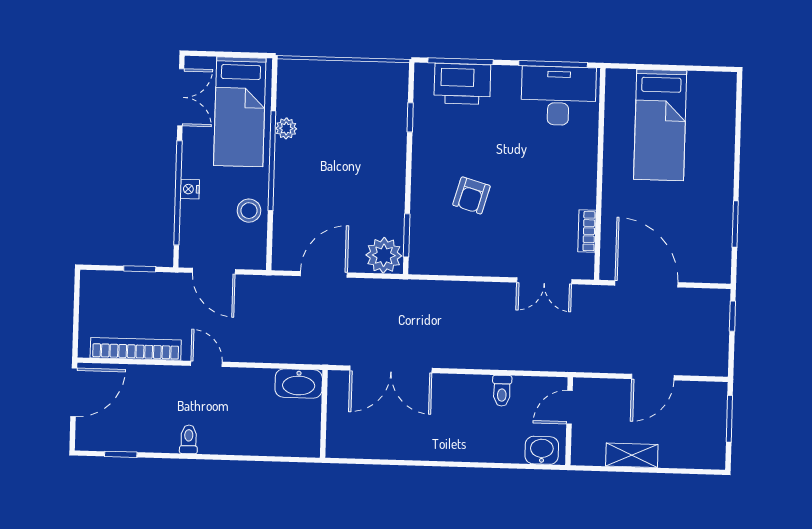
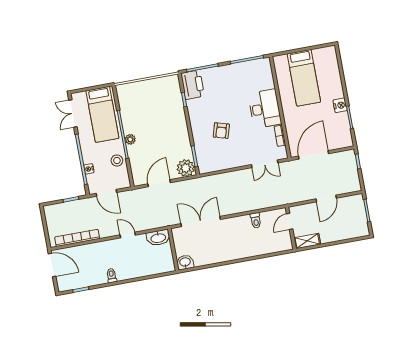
printer: (462, 84) -> (193, 85), moved, turned -90
desk: (558, 96) -> (265, 109), moved, turned 90
double door: (181, 97) -> (73, 114), swing flipped
plant: (286, 128) -> (130, 139), moved
nightstand: (190, 189) -> (89, 169), moved
nightstand: (721, 196) -> (340, 105), added
door: (646, 284) -> (314, 155), hinge flipped
door: (206, 364) -> (128, 235), moved
double door: (391, 369) -> (201, 222), swing flipped
door: (74, 392) -> (52, 265), hinge flipped
washbasin: (542, 450) -> (185, 262), moved
shelving: (632, 455) -> (307, 241), moved

